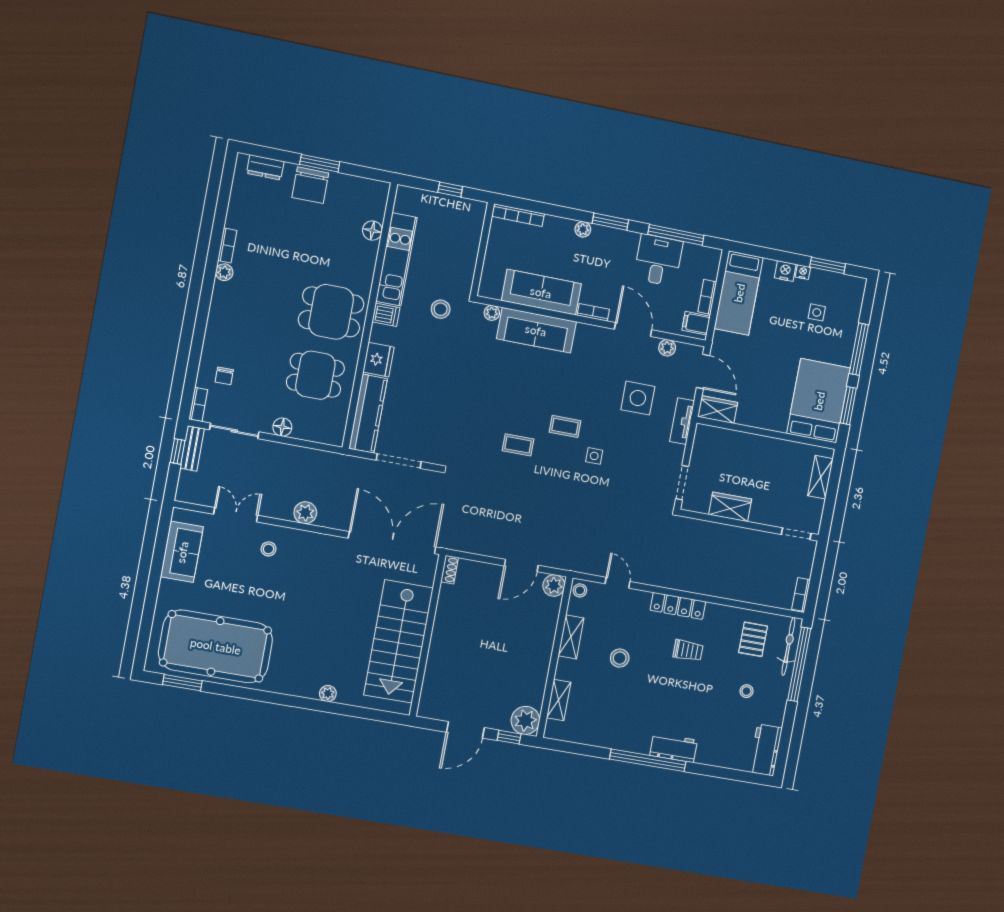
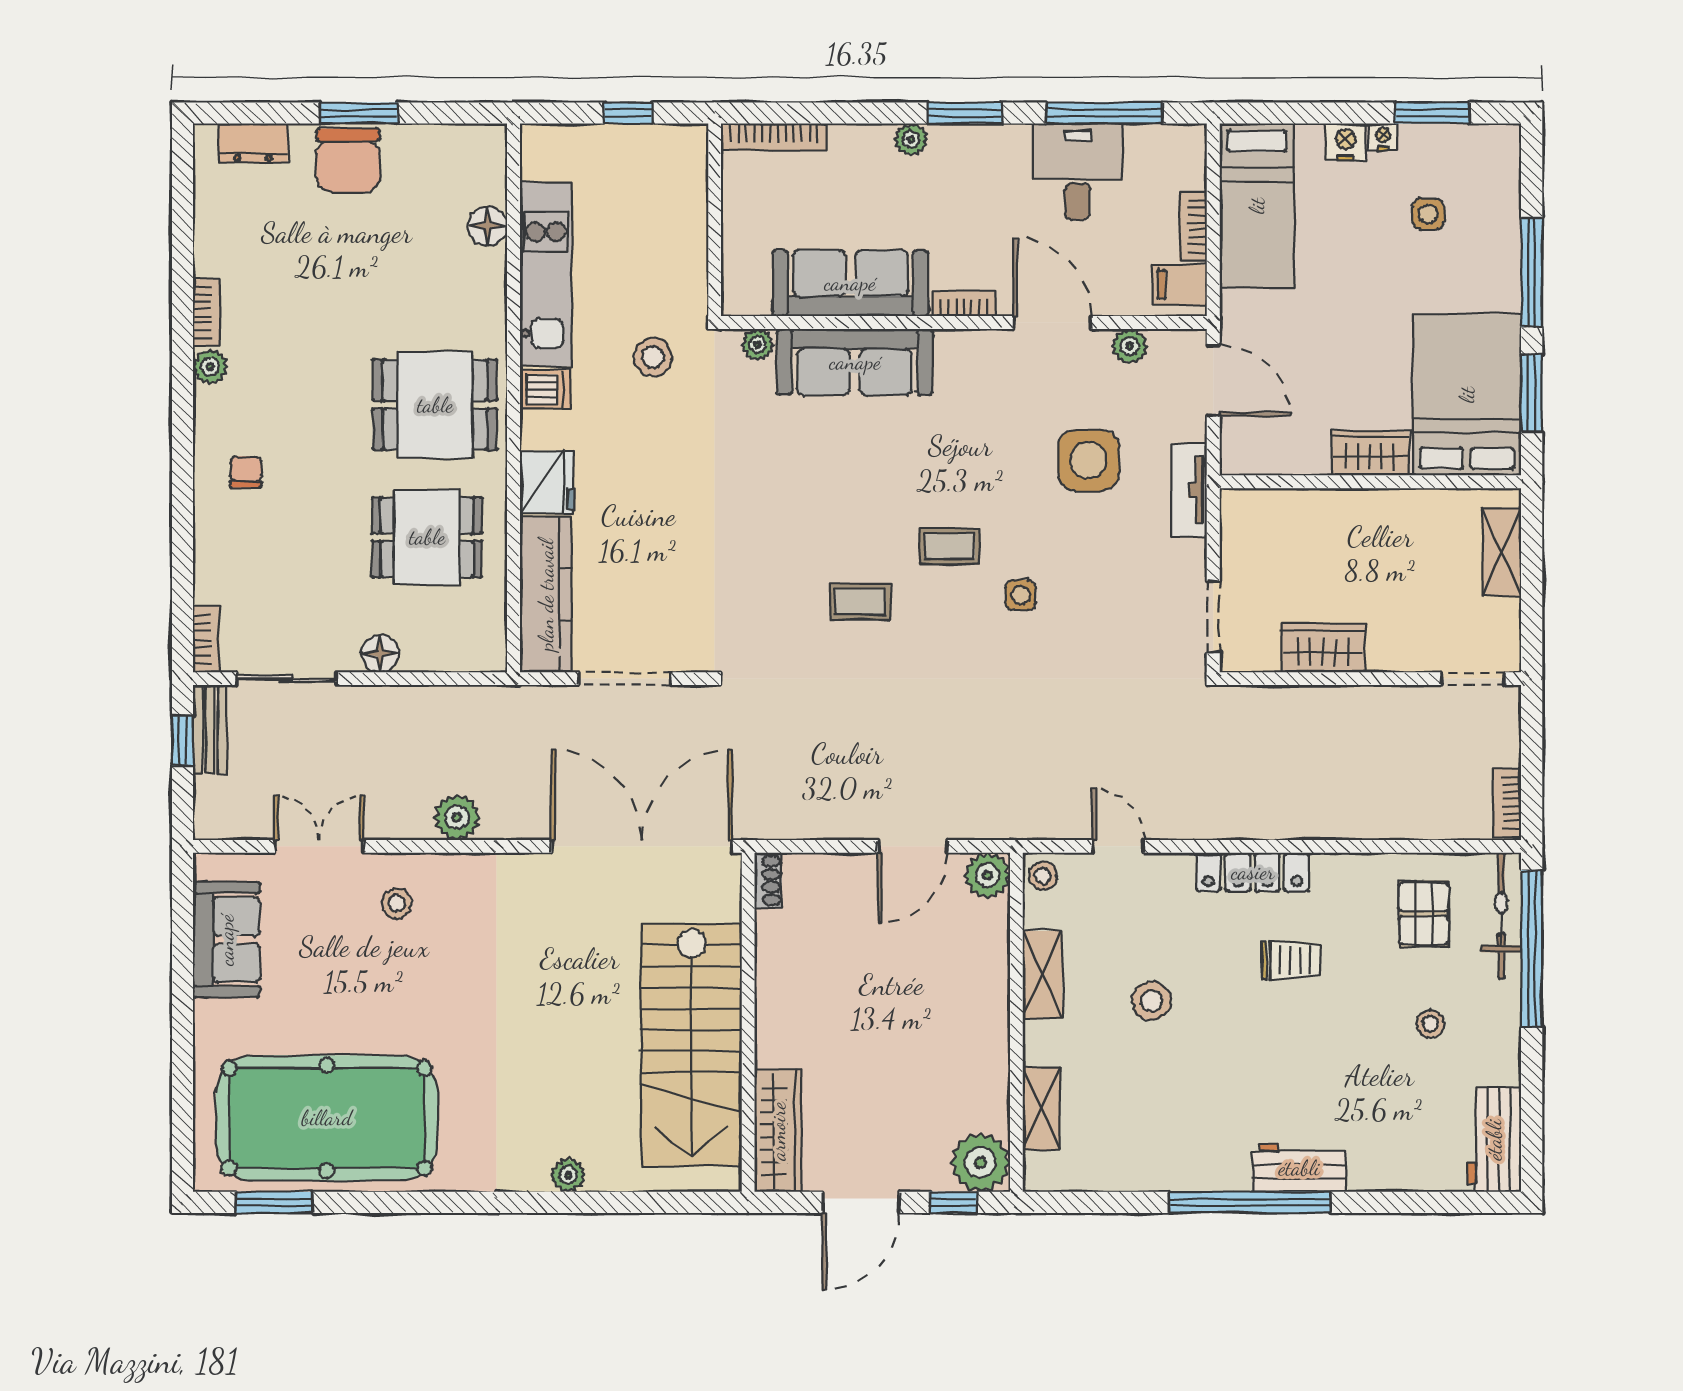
chair: (224, 376) -> (246, 472), moved, turned 180
wardrobe: (718, 410) -> (1370, 453), moved
wardrobe: (432, 689) -> (778, 1131), added

